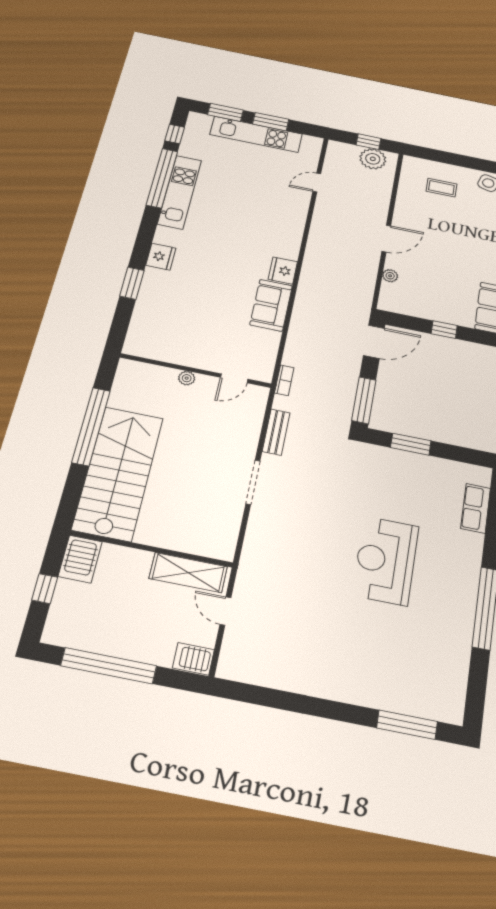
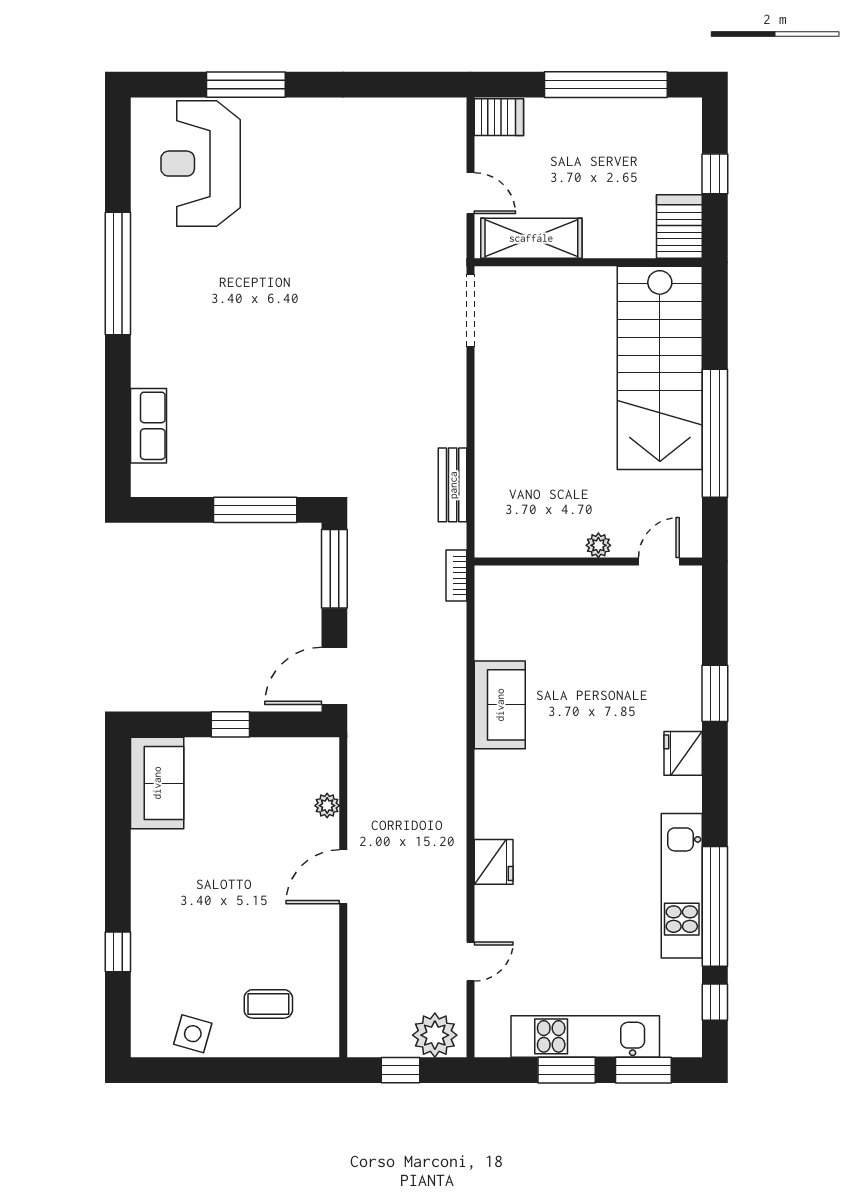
plant: (373, 159) -> (435, 1035), moved
fridge: (283, 271) -> (494, 862), moved
door: (234, 378) -> (659, 561), moved
window: (411, 444) -> (255, 510), width x1.44
doorway: (253, 482) -> (470, 310), moved
reception desk: (386, 561) -> (201, 164), moved, turned 180
window: (407, 725) -> (246, 85), moved

